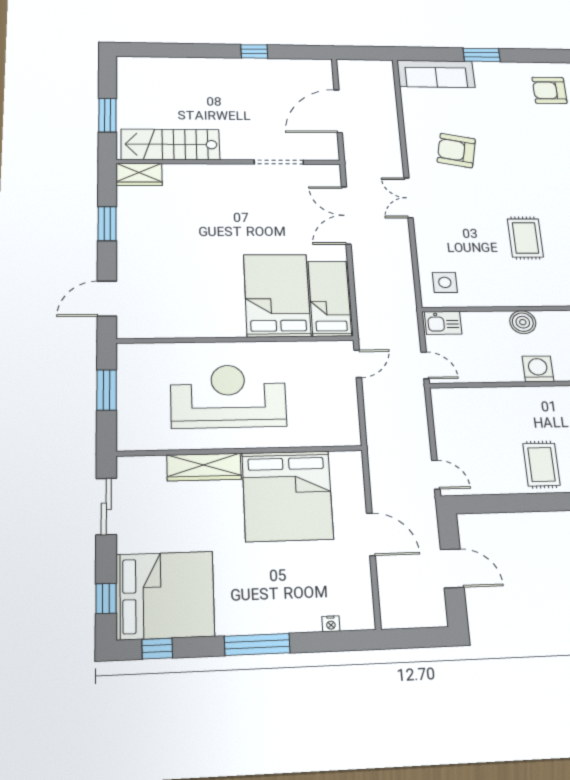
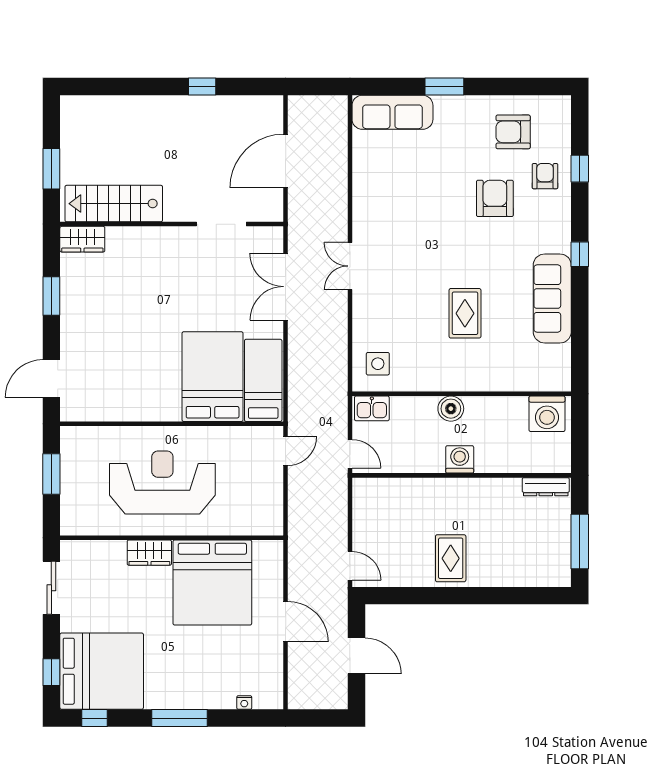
armchair: (456, 151) -> (495, 198), moved, turned 79
wardrobe: (204, 467) -> (149, 553), width x0.67

